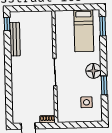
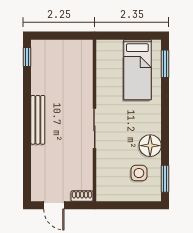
bench: (15, 39) -> (38, 120), moved
floor lamp: (93, 71) -> (150, 146), moved
window: (104, 85) -> (165, 179), moved

